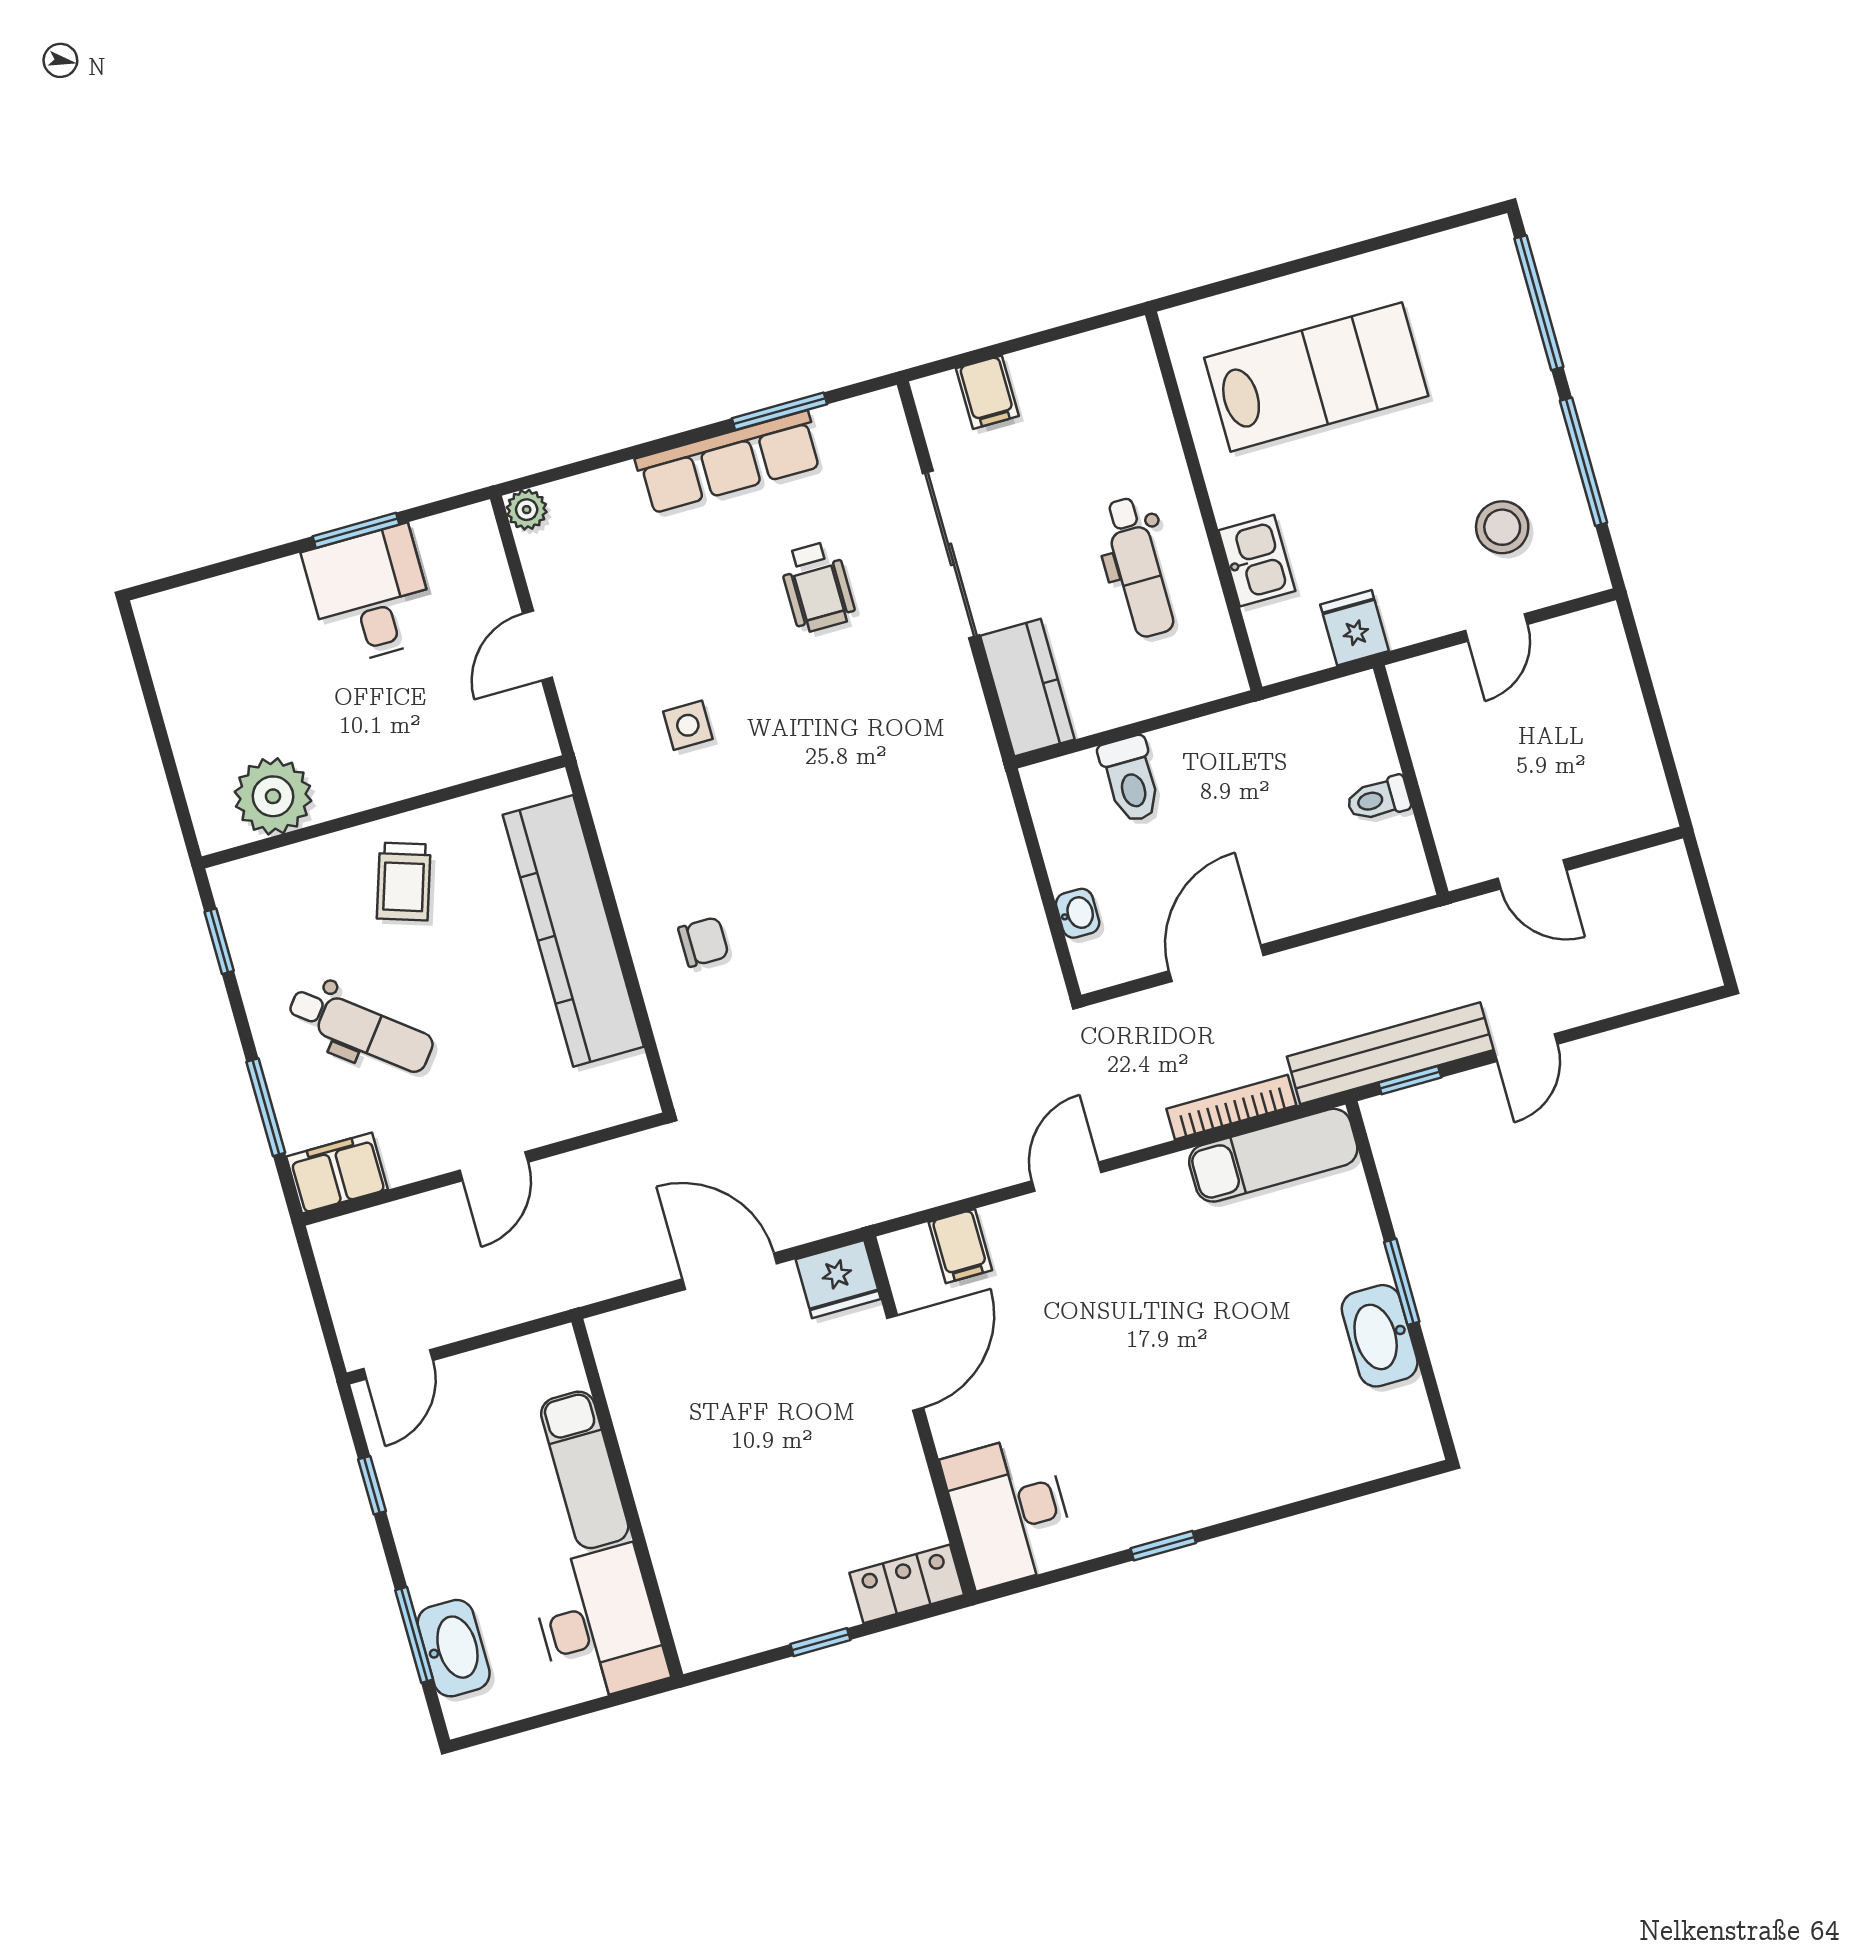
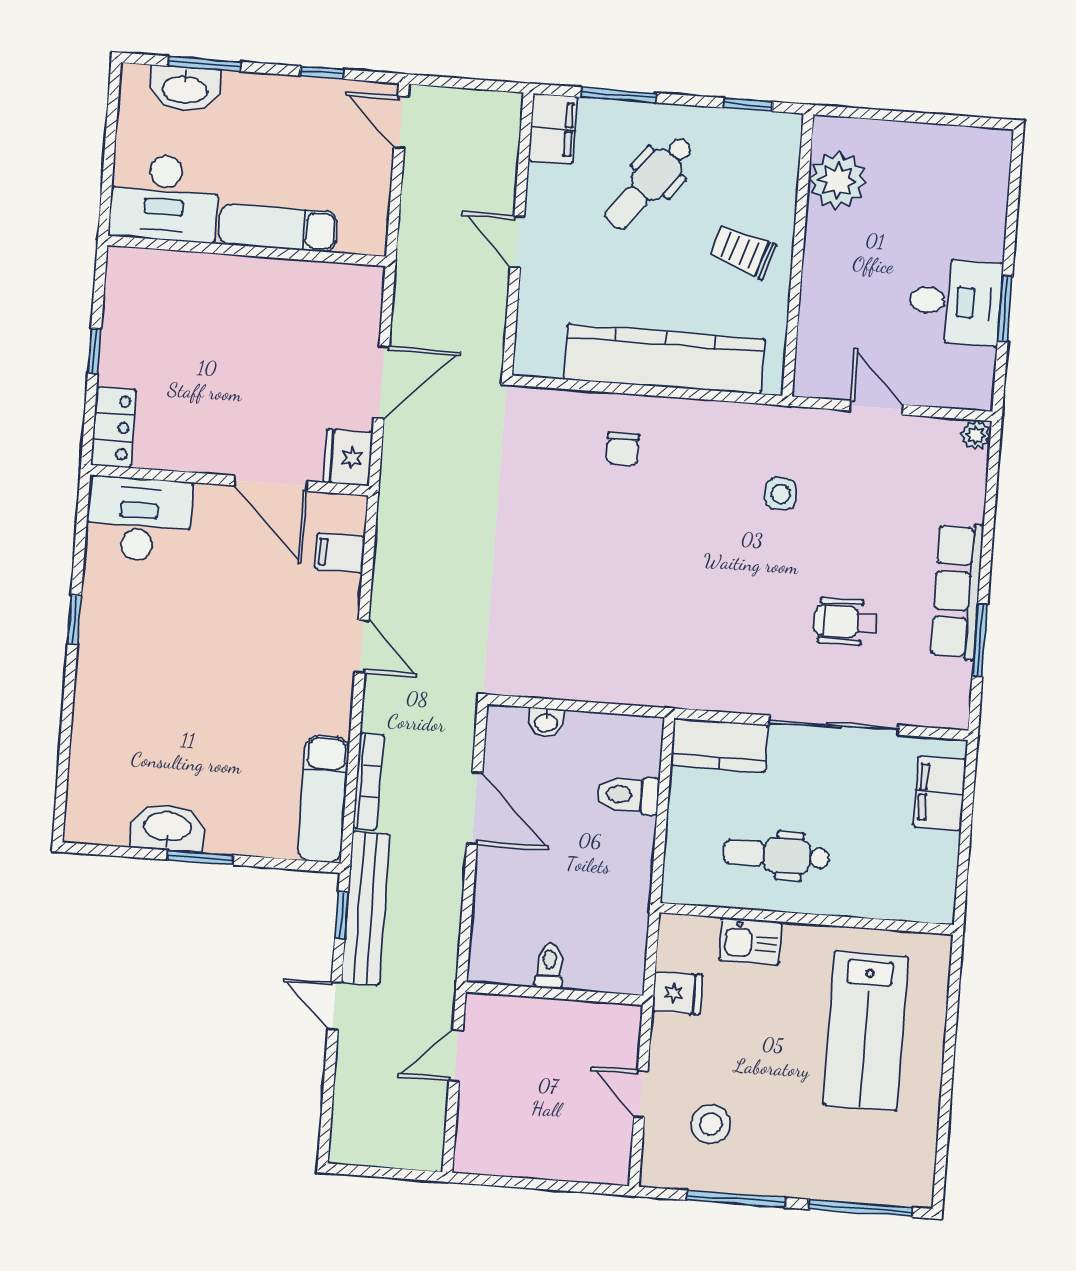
filing cabinet: (987, 392) -> (940, 793), width x2.00

